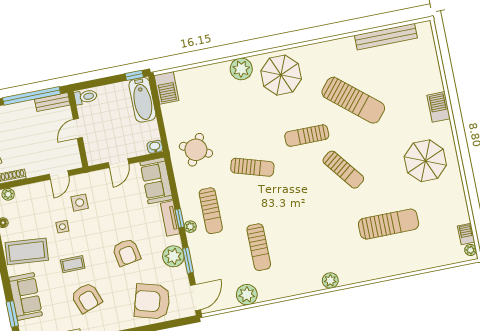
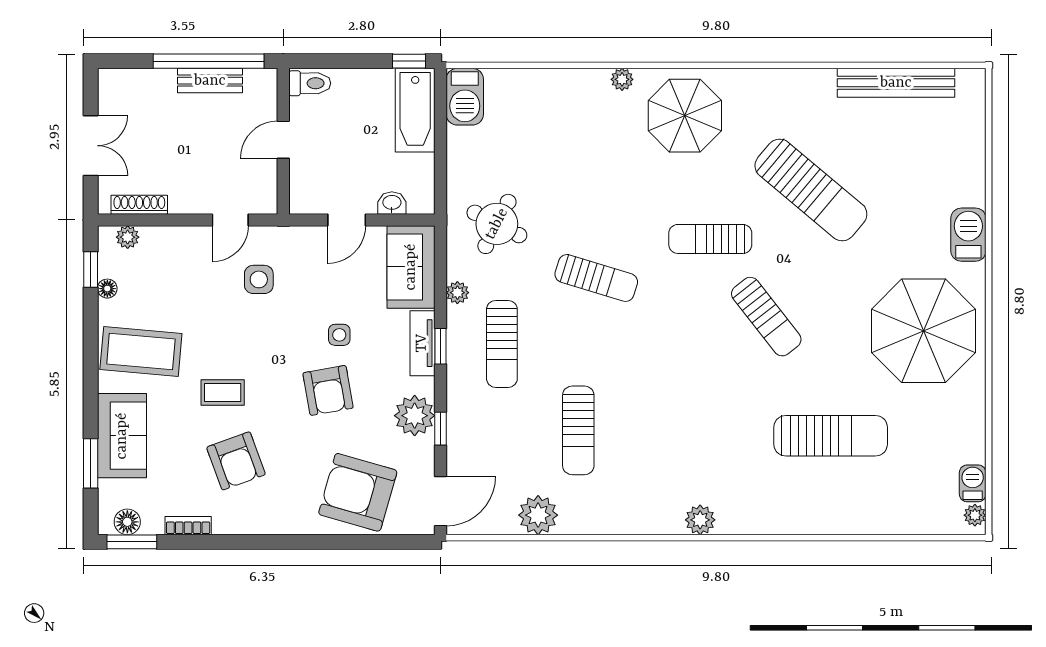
plant: (241, 69) -> (622, 79), width x0.53, depth x0.53
bench: (52, 102) -> (210, 81), moved
washbasin: (155, 147) -> (392, 203), moved
parasol: (425, 161) -> (924, 331), width x1.36, depth x1.36
side table: (62, 227) -> (339, 335), moved
plant: (190, 227) -> (457, 293), moved
window: (188, 260) -> (441, 429), width x0.67

